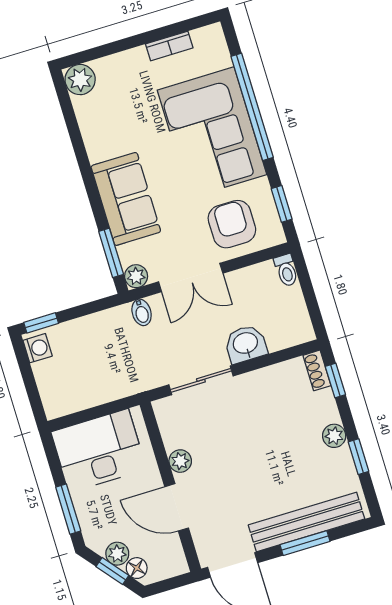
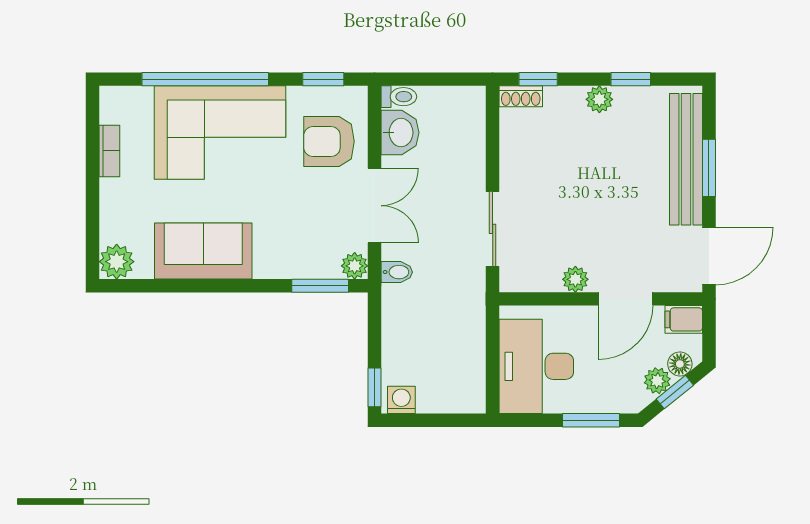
sofa: (126, 199) -> (203, 251), moved
washbasin: (246, 344) -> (400, 133), moved, turned 180
filing cabinet: (174, 560) -> (684, 319), added

